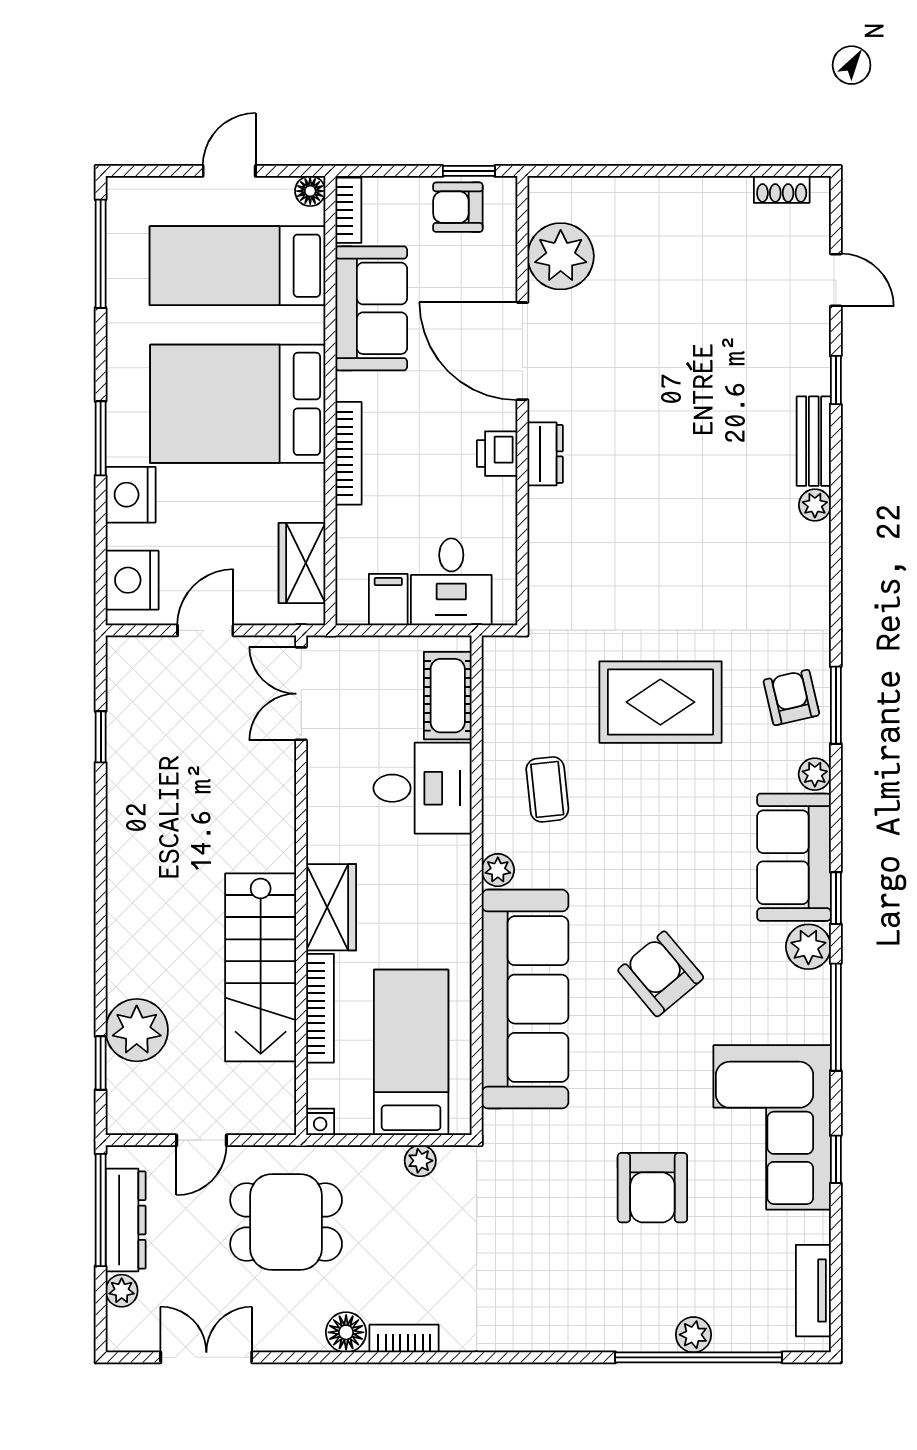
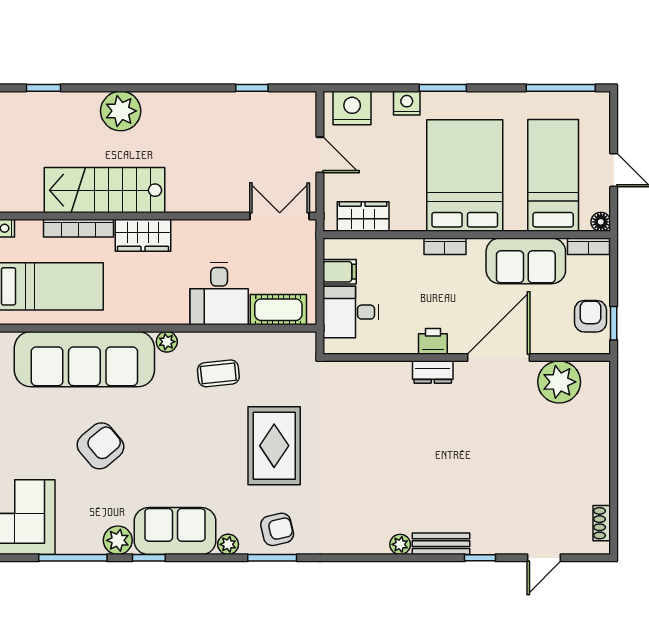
bookcase: (348, 453) -> (445, 246), width x0.64
nightstand: (131, 495) -> (407, 103), width x0.74, depth x0.75
plant: (137, 1030) -> (121, 111), moved

